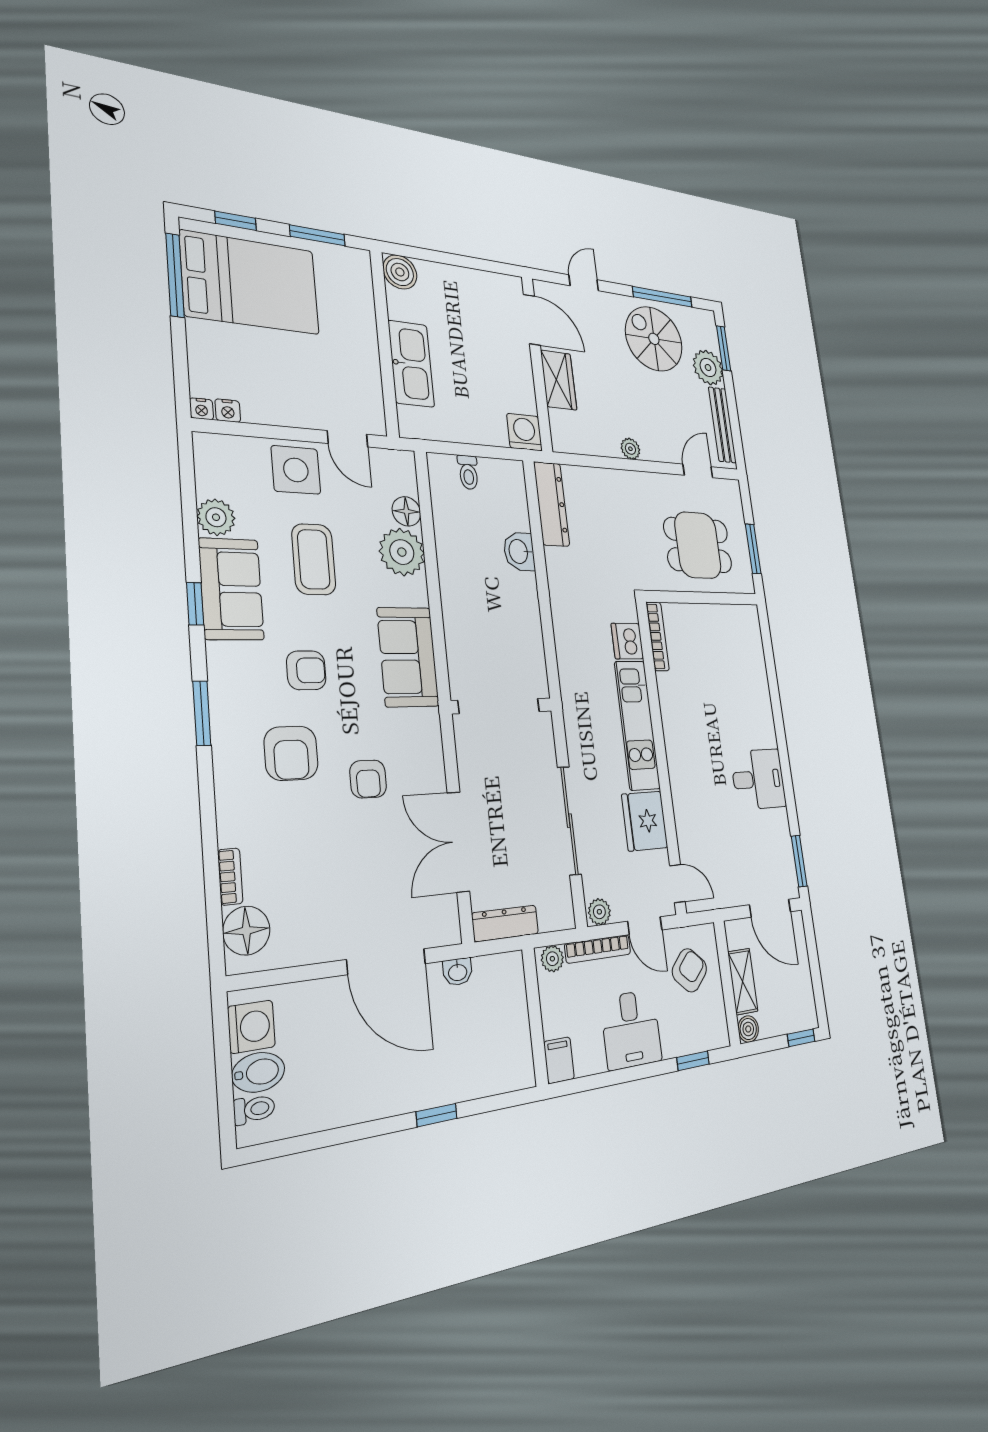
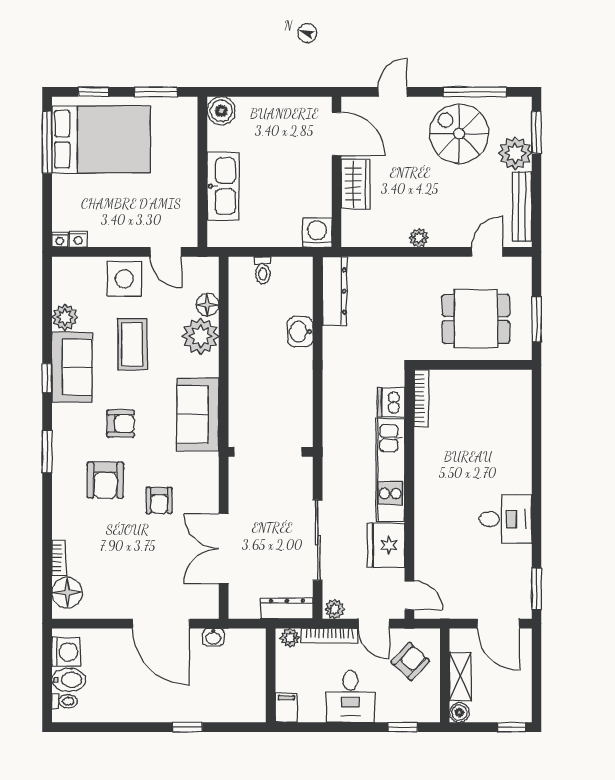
dresser: (505, 923) -> (287, 609), moved

